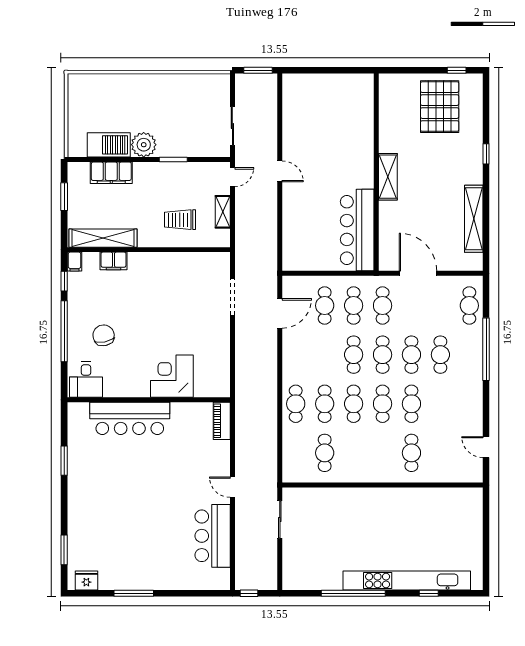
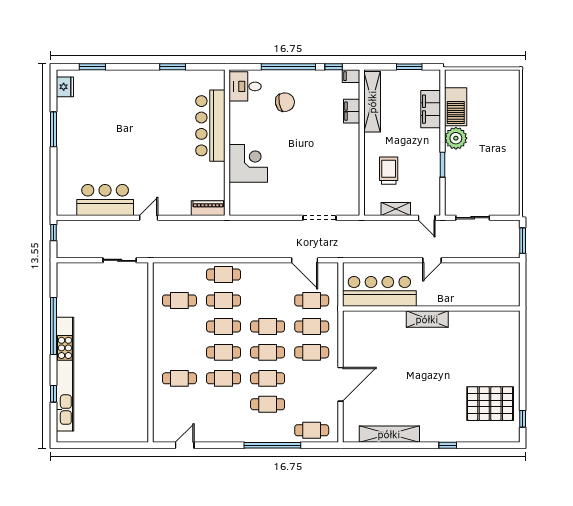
wall: (376, 172) -> (431, 308), moved
shelving: (388, 177) -> (427, 319), moved
bar counter: (357, 230) -> (379, 291), moved

